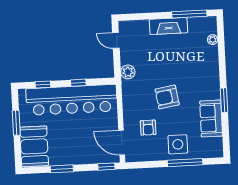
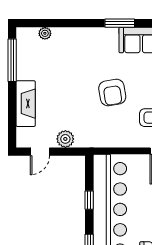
fireplace: (168, 26) -> (26, 104), moved
plant: (128, 72) -> (65, 139), moved

